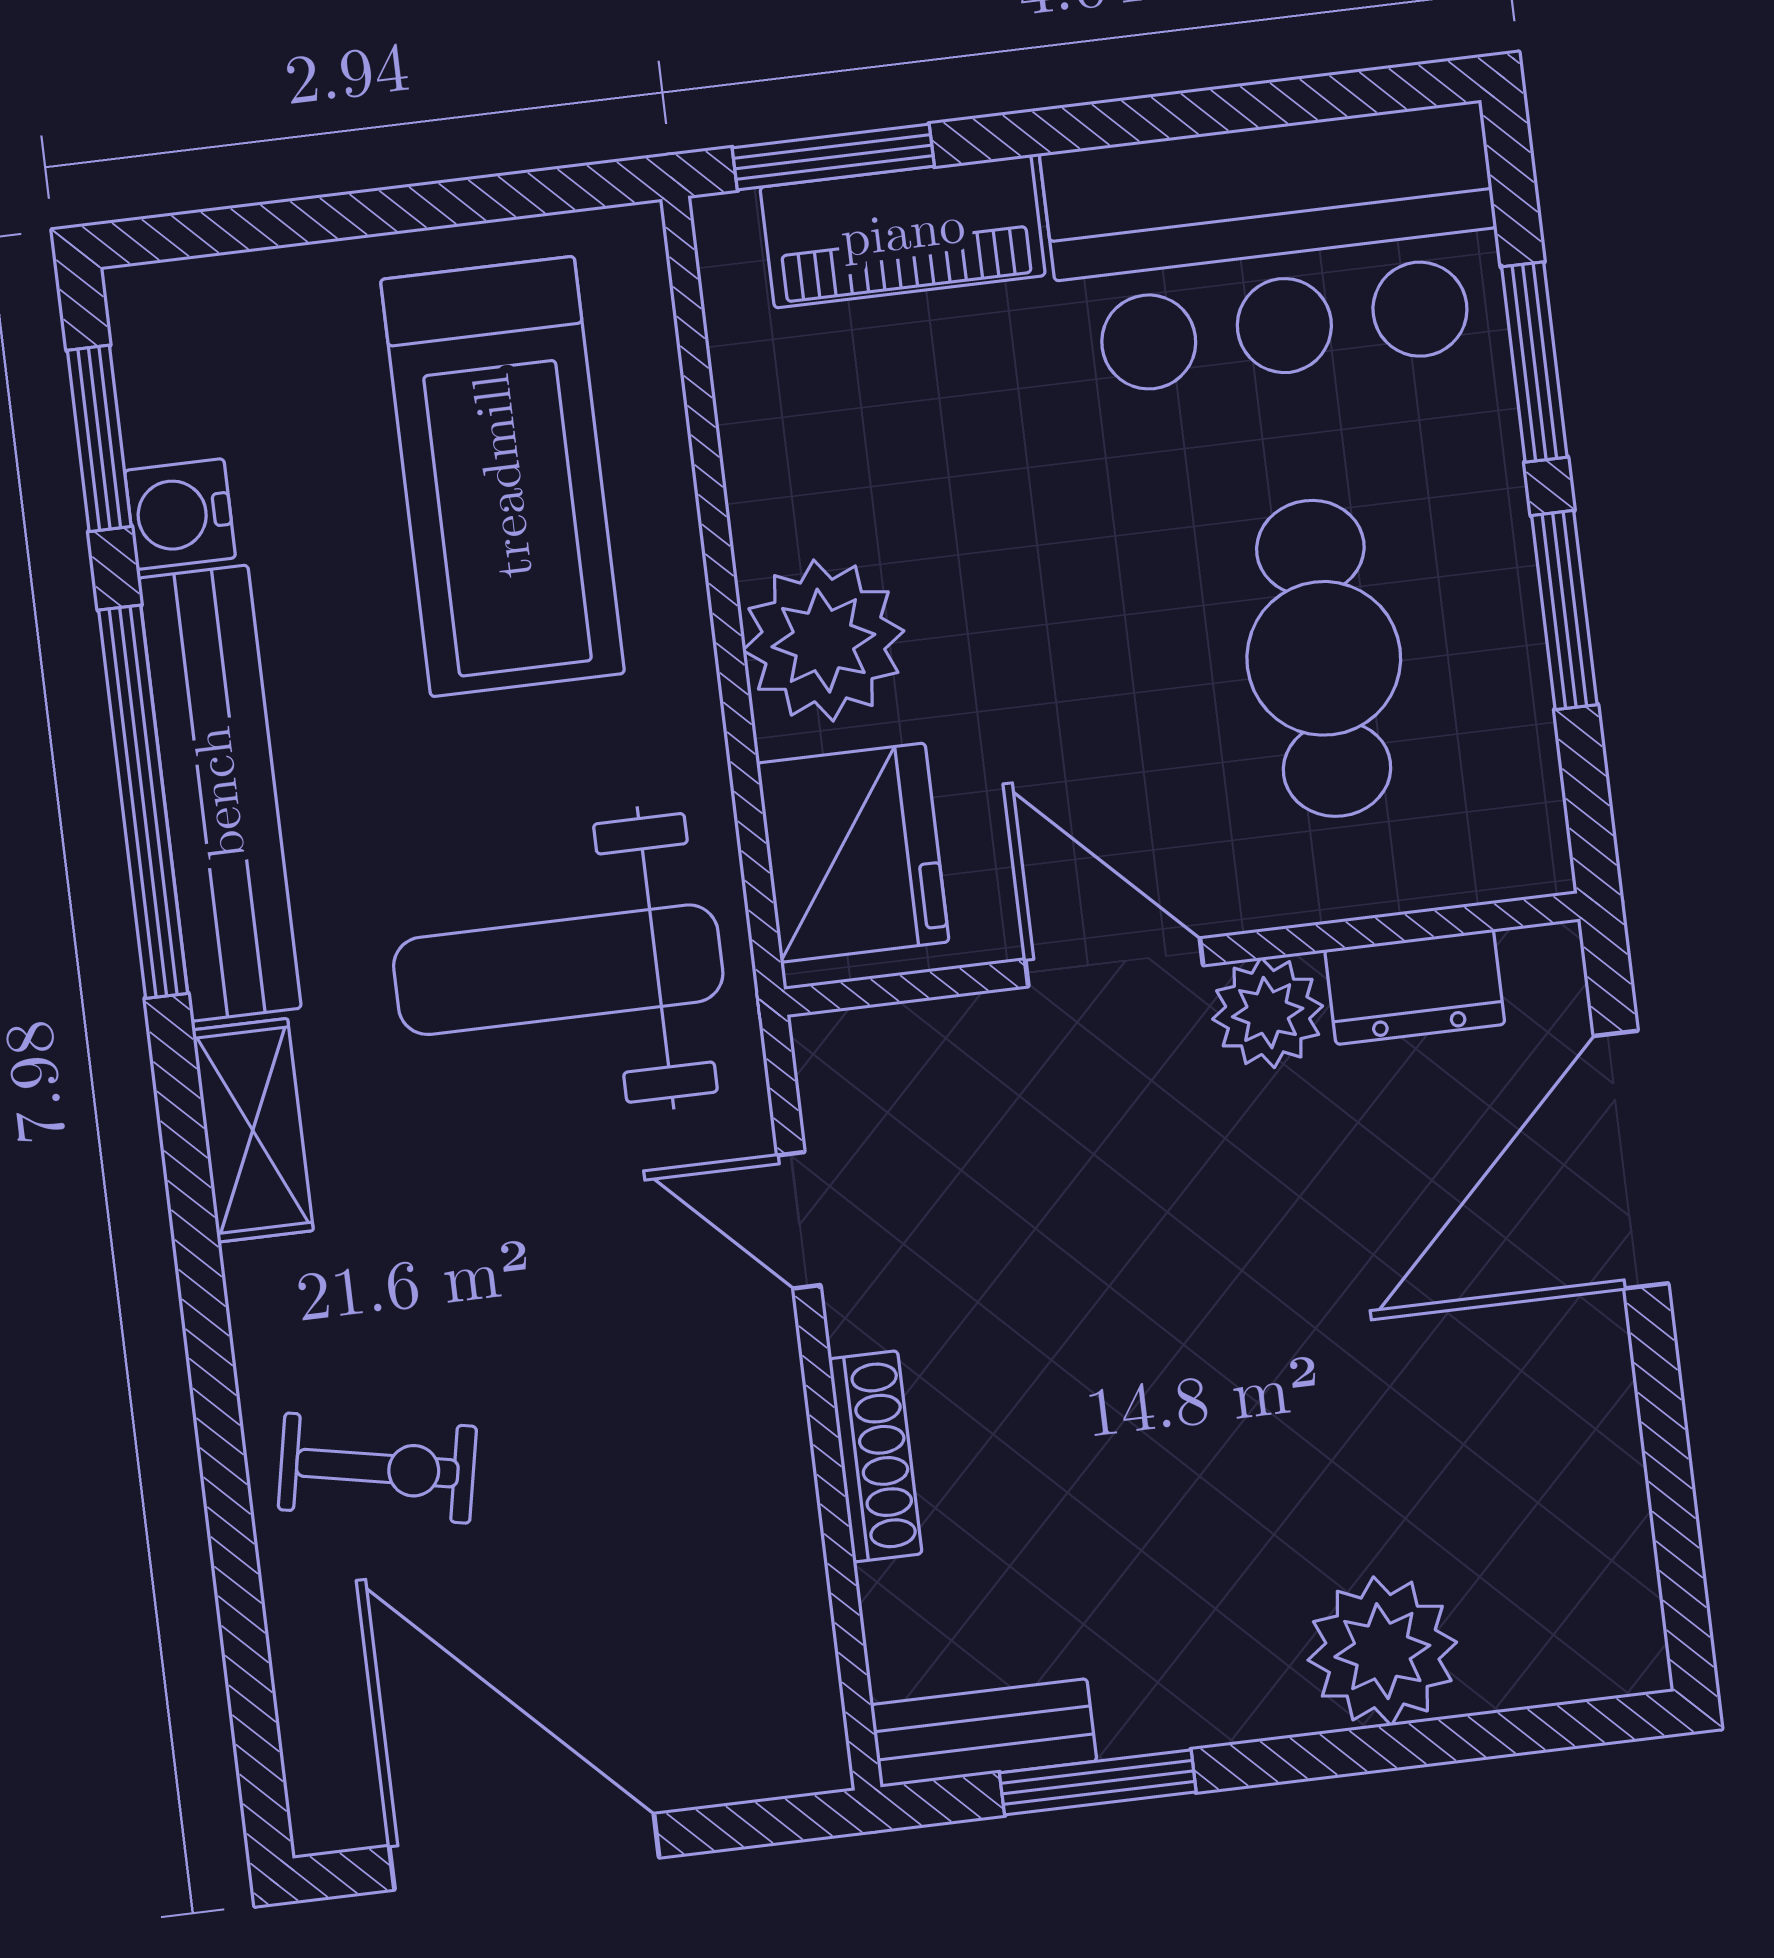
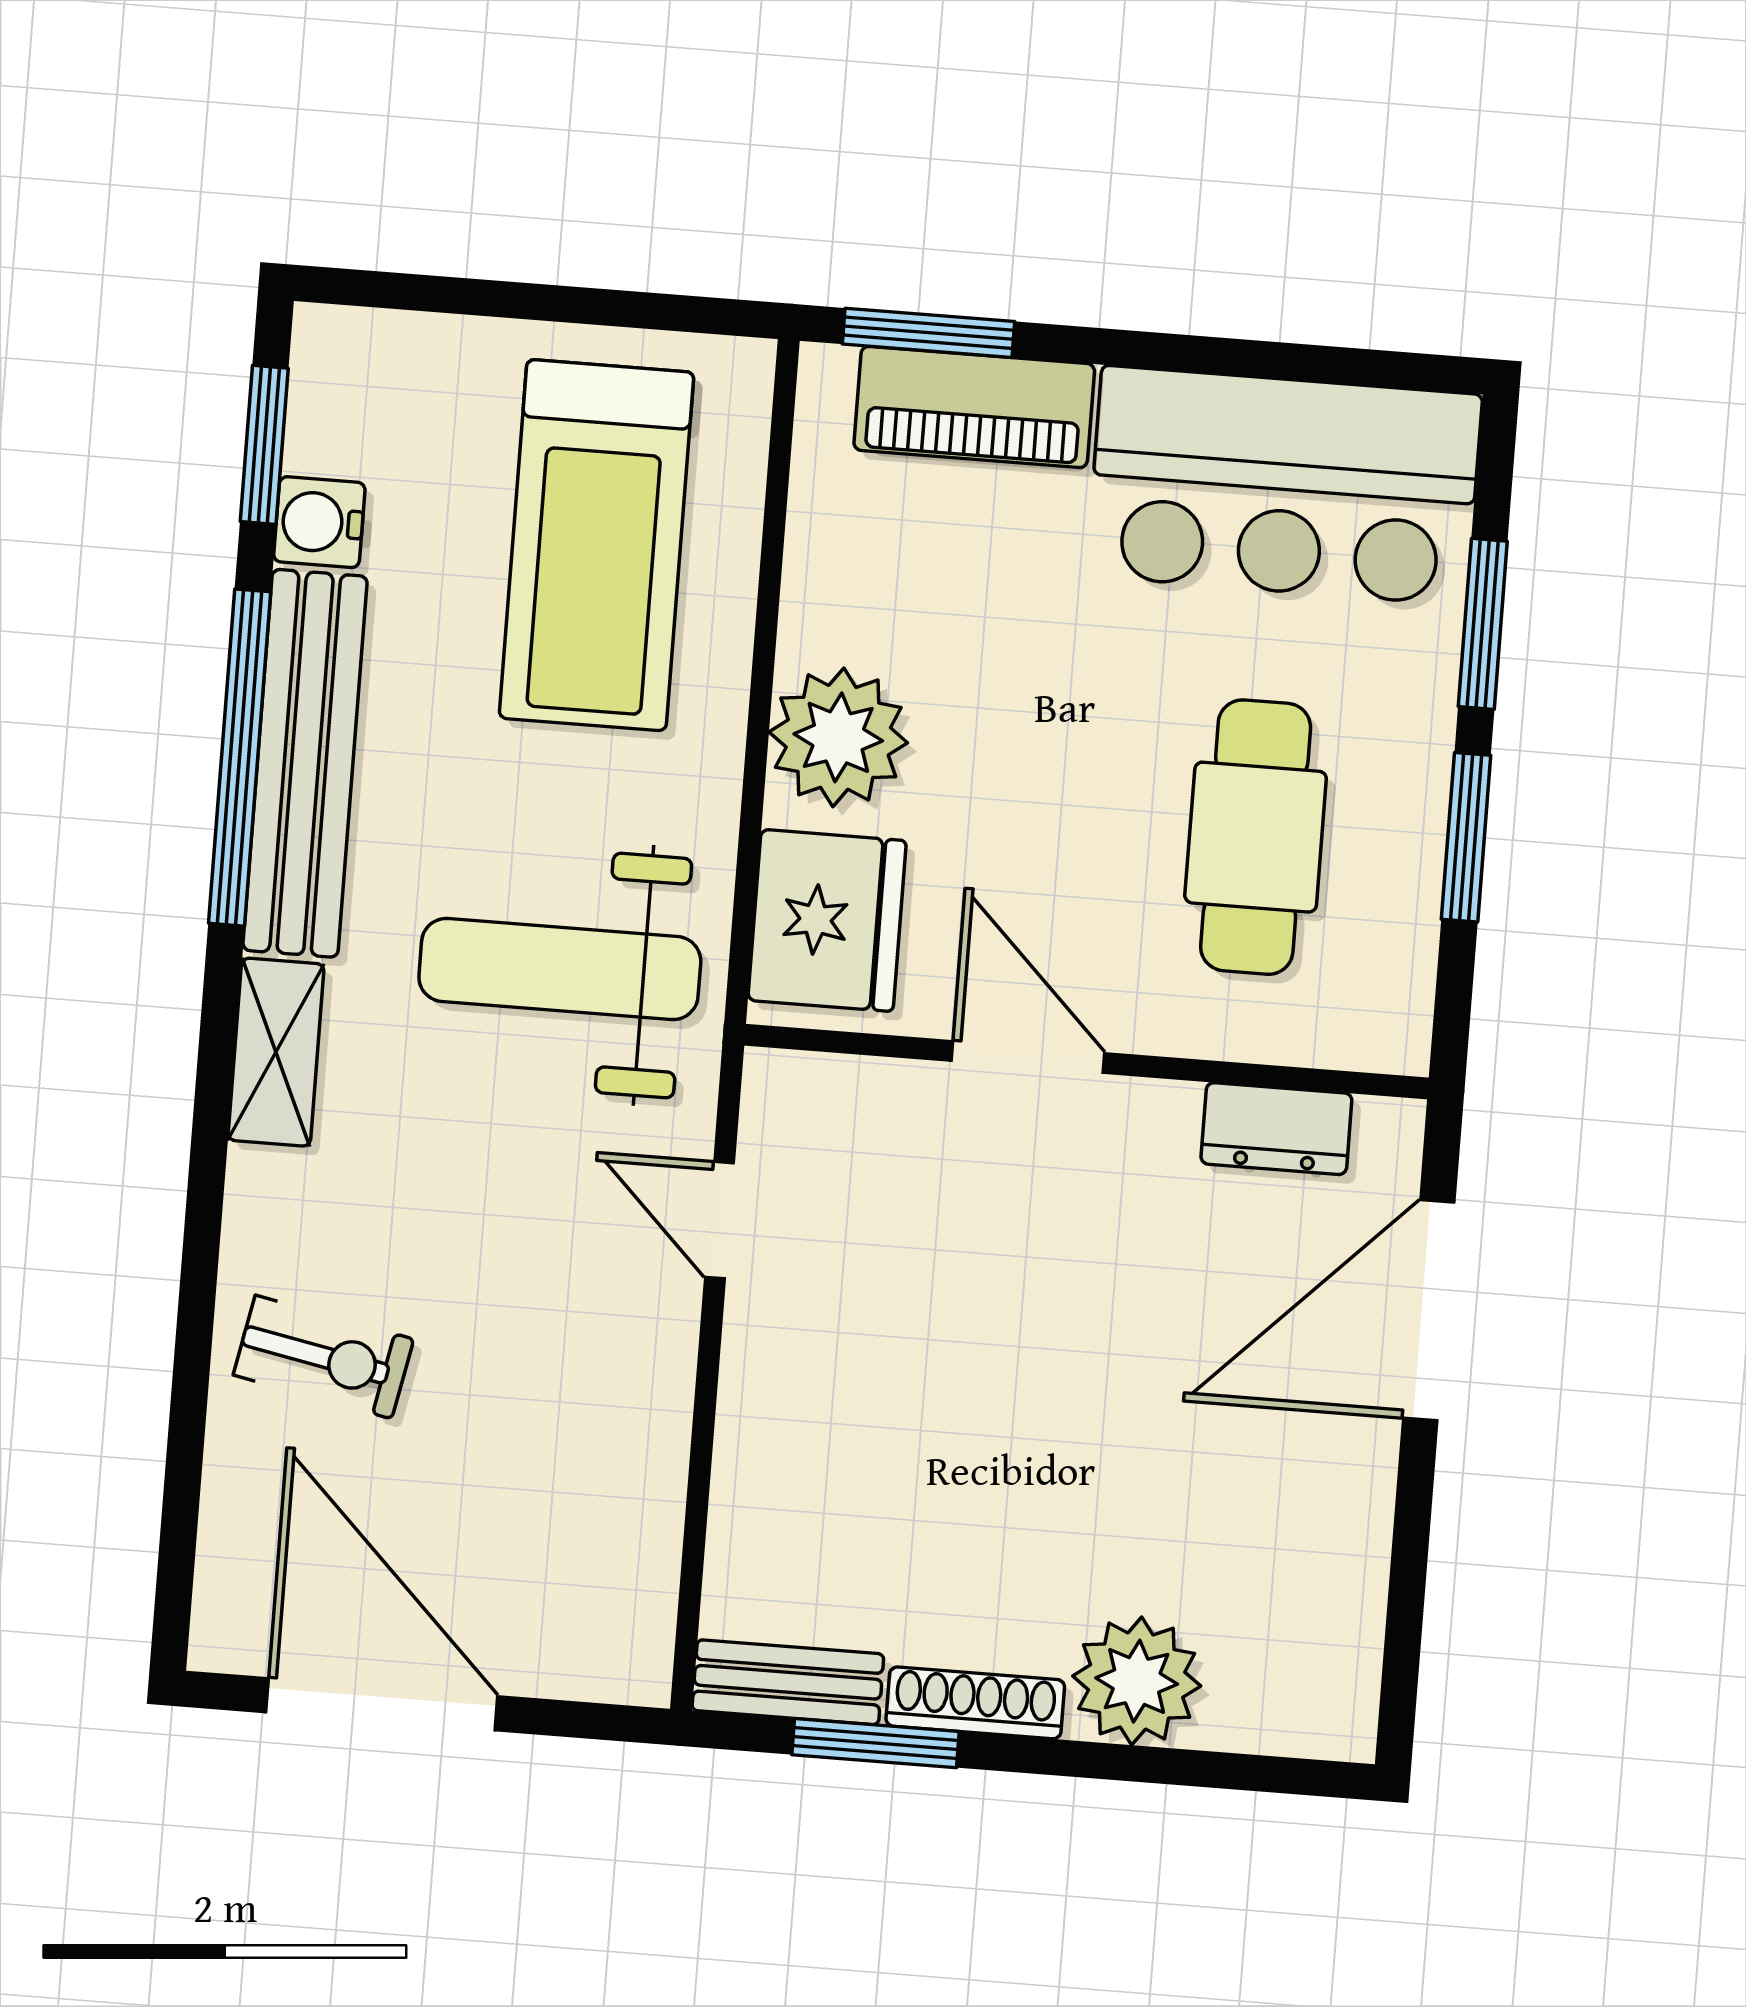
plant: (1268, 1013) -> (1148, 1125), removed
shoe rack: (875, 1456) -> (975, 1703), moved, turned -90

